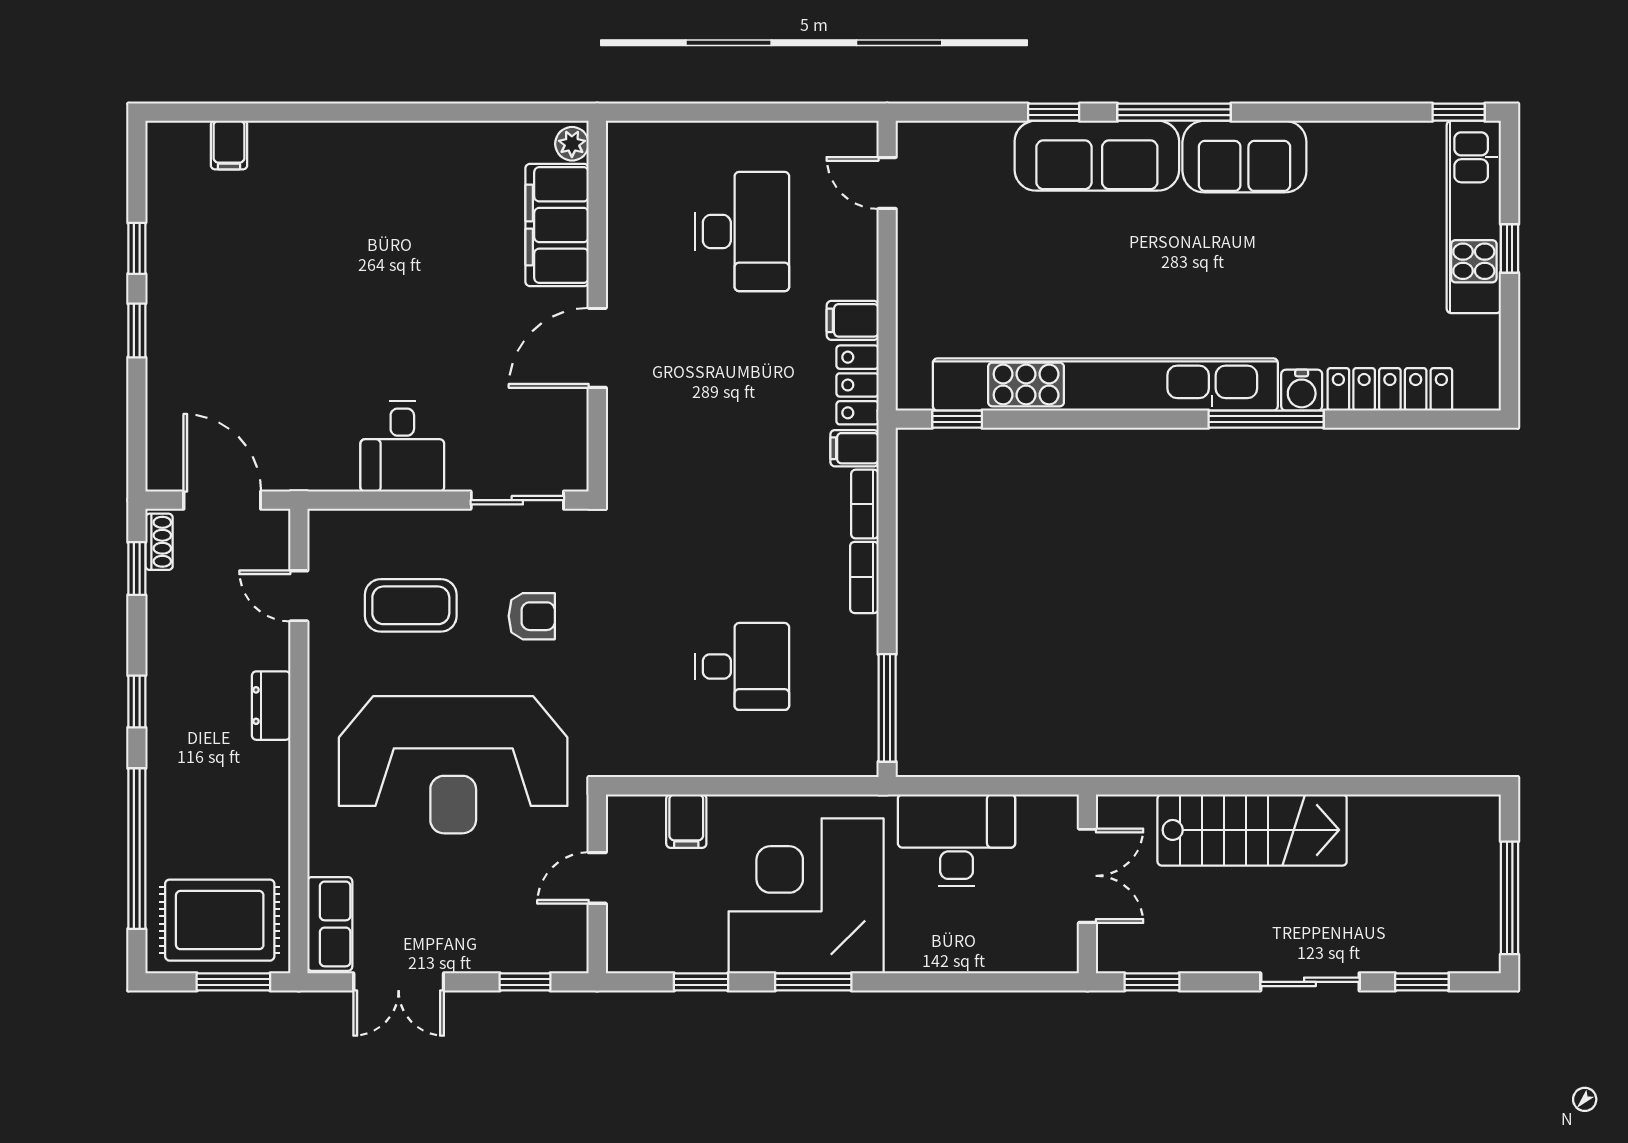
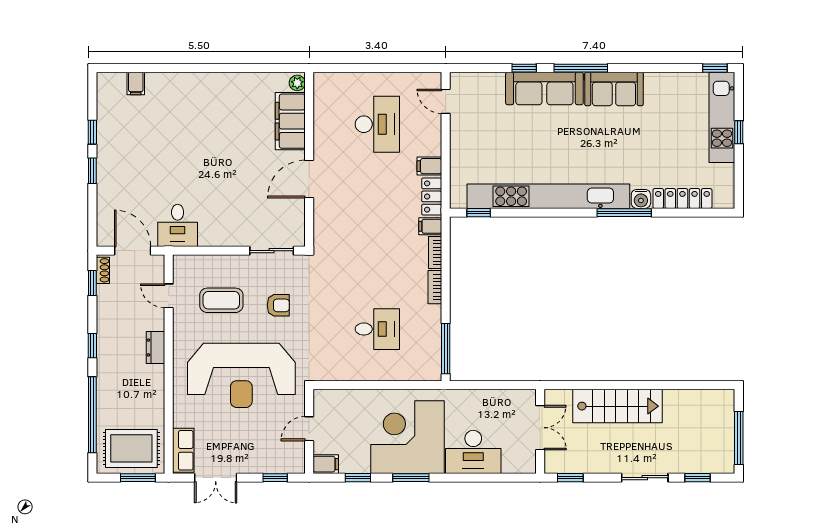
desk: (402, 446) -> (178, 225), moved
filing cabinet: (686, 821) -> (326, 464), moved, turned -90
desk: (957, 840) -> (473, 452), moved, turned 180

